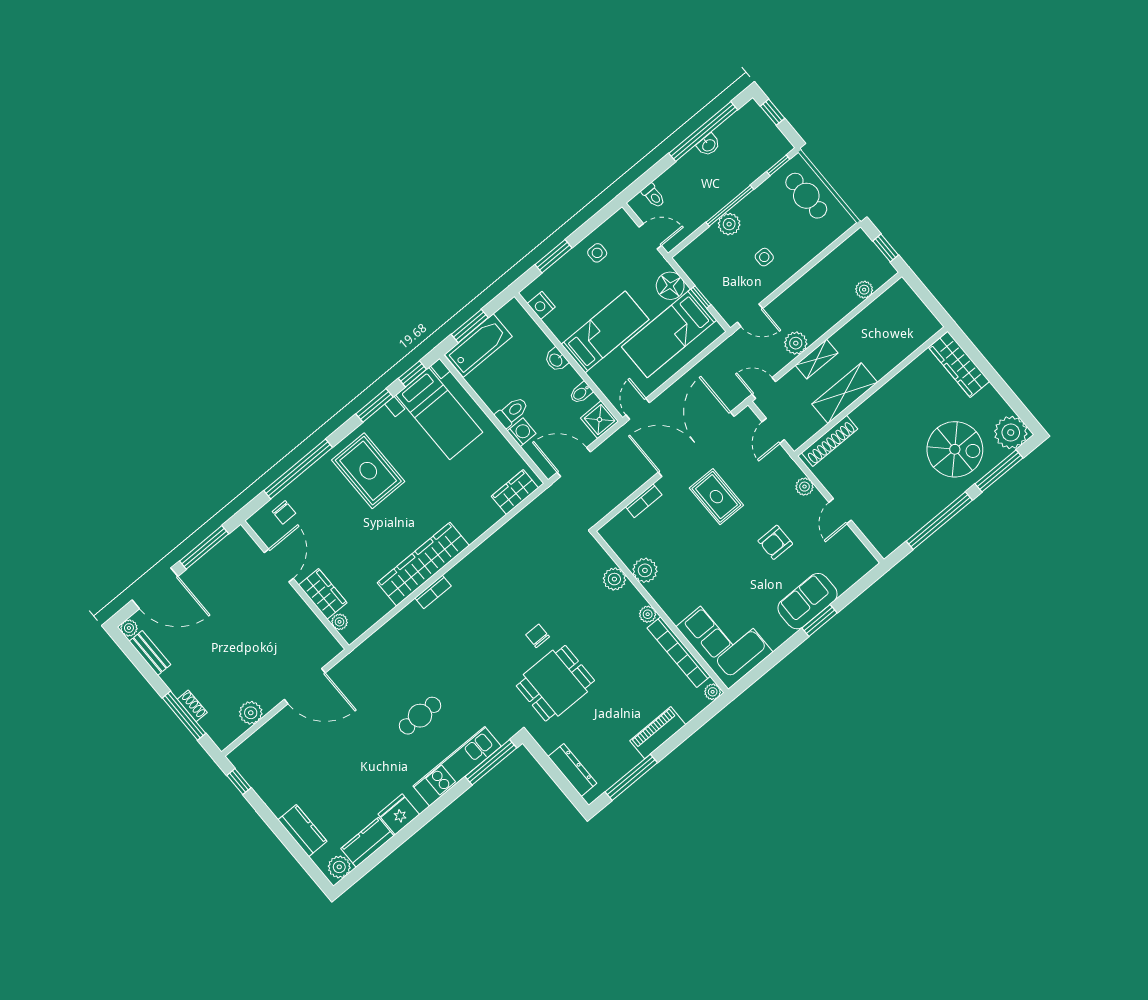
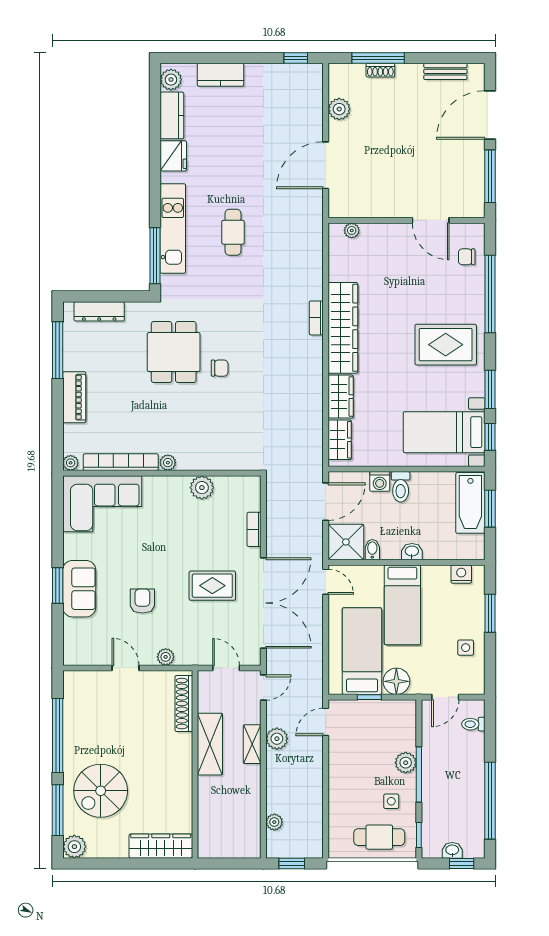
washbasin: (708, 145) -> (452, 850), moved, turned 90
side table: (764, 257) -> (391, 801), moved
shower: (599, 420) -> (346, 542), width x1.36, depth x1.36
plant: (1011, 433) -> (74, 847), width x0.73, depth x0.73
plant: (614, 579) -> (214, 460), removed
wardrobe: (323, 594) -> (341, 397), moved, turned -90
plant: (129, 628) -> (477, 71), removed

